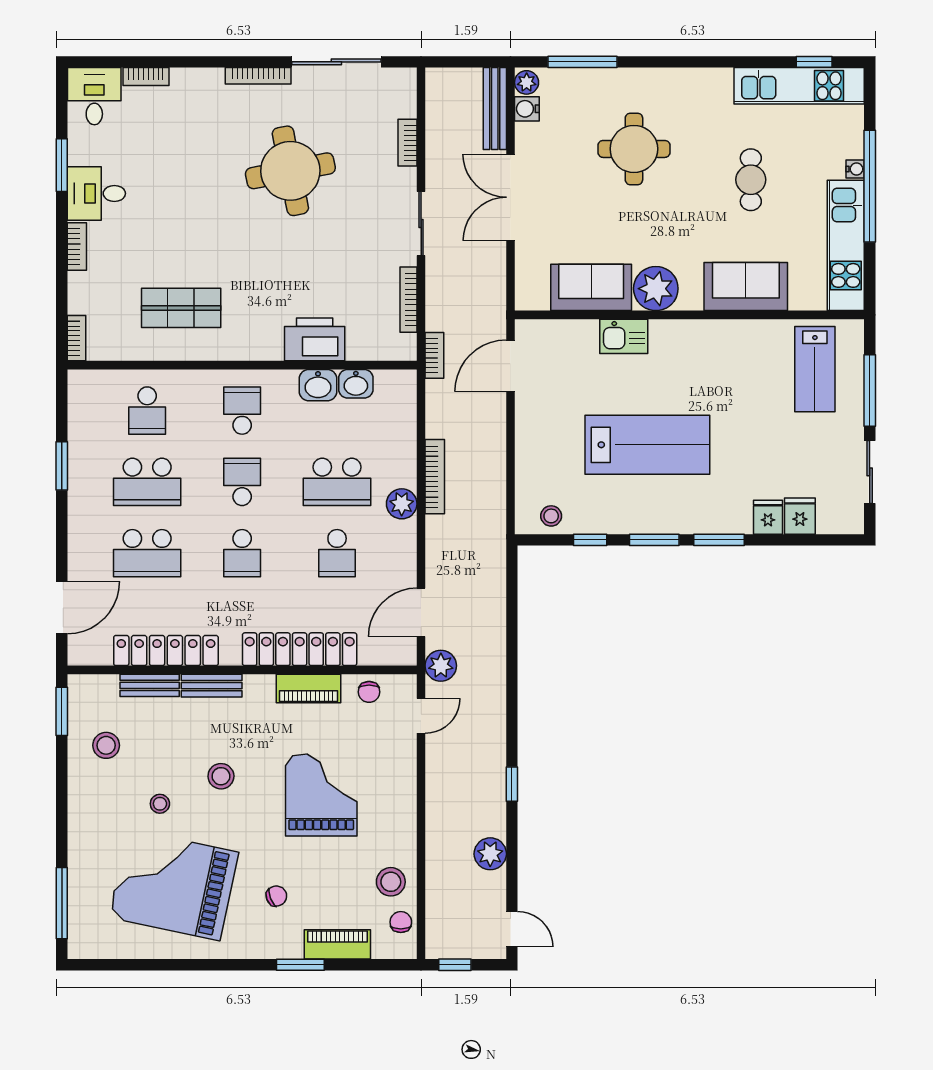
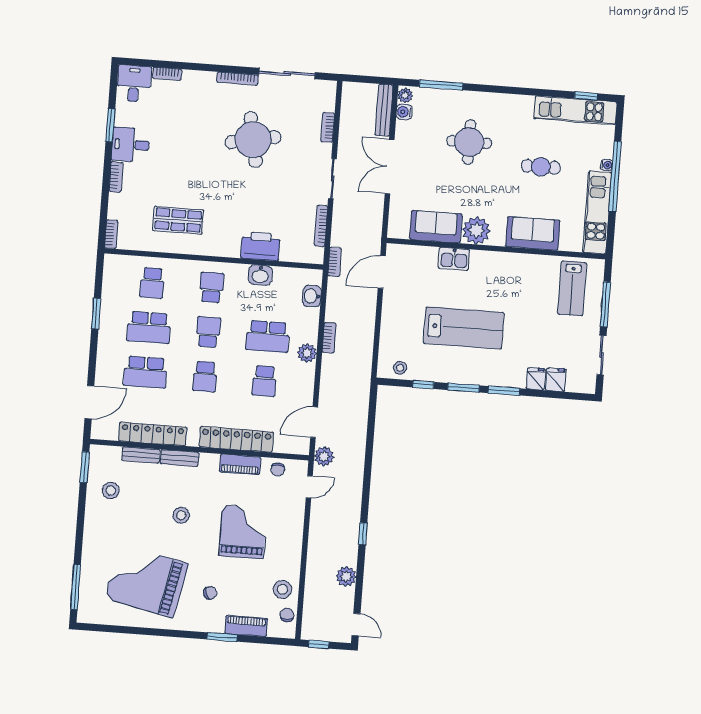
cafe table: (751, 180) -> (541, 167), turned 90
washbasin: (356, 384) -> (312, 296), moved, turned 90
bookcase: (435, 477) -> (329, 338), width x0.64
stool: (160, 804) -> (142, 530), removed

